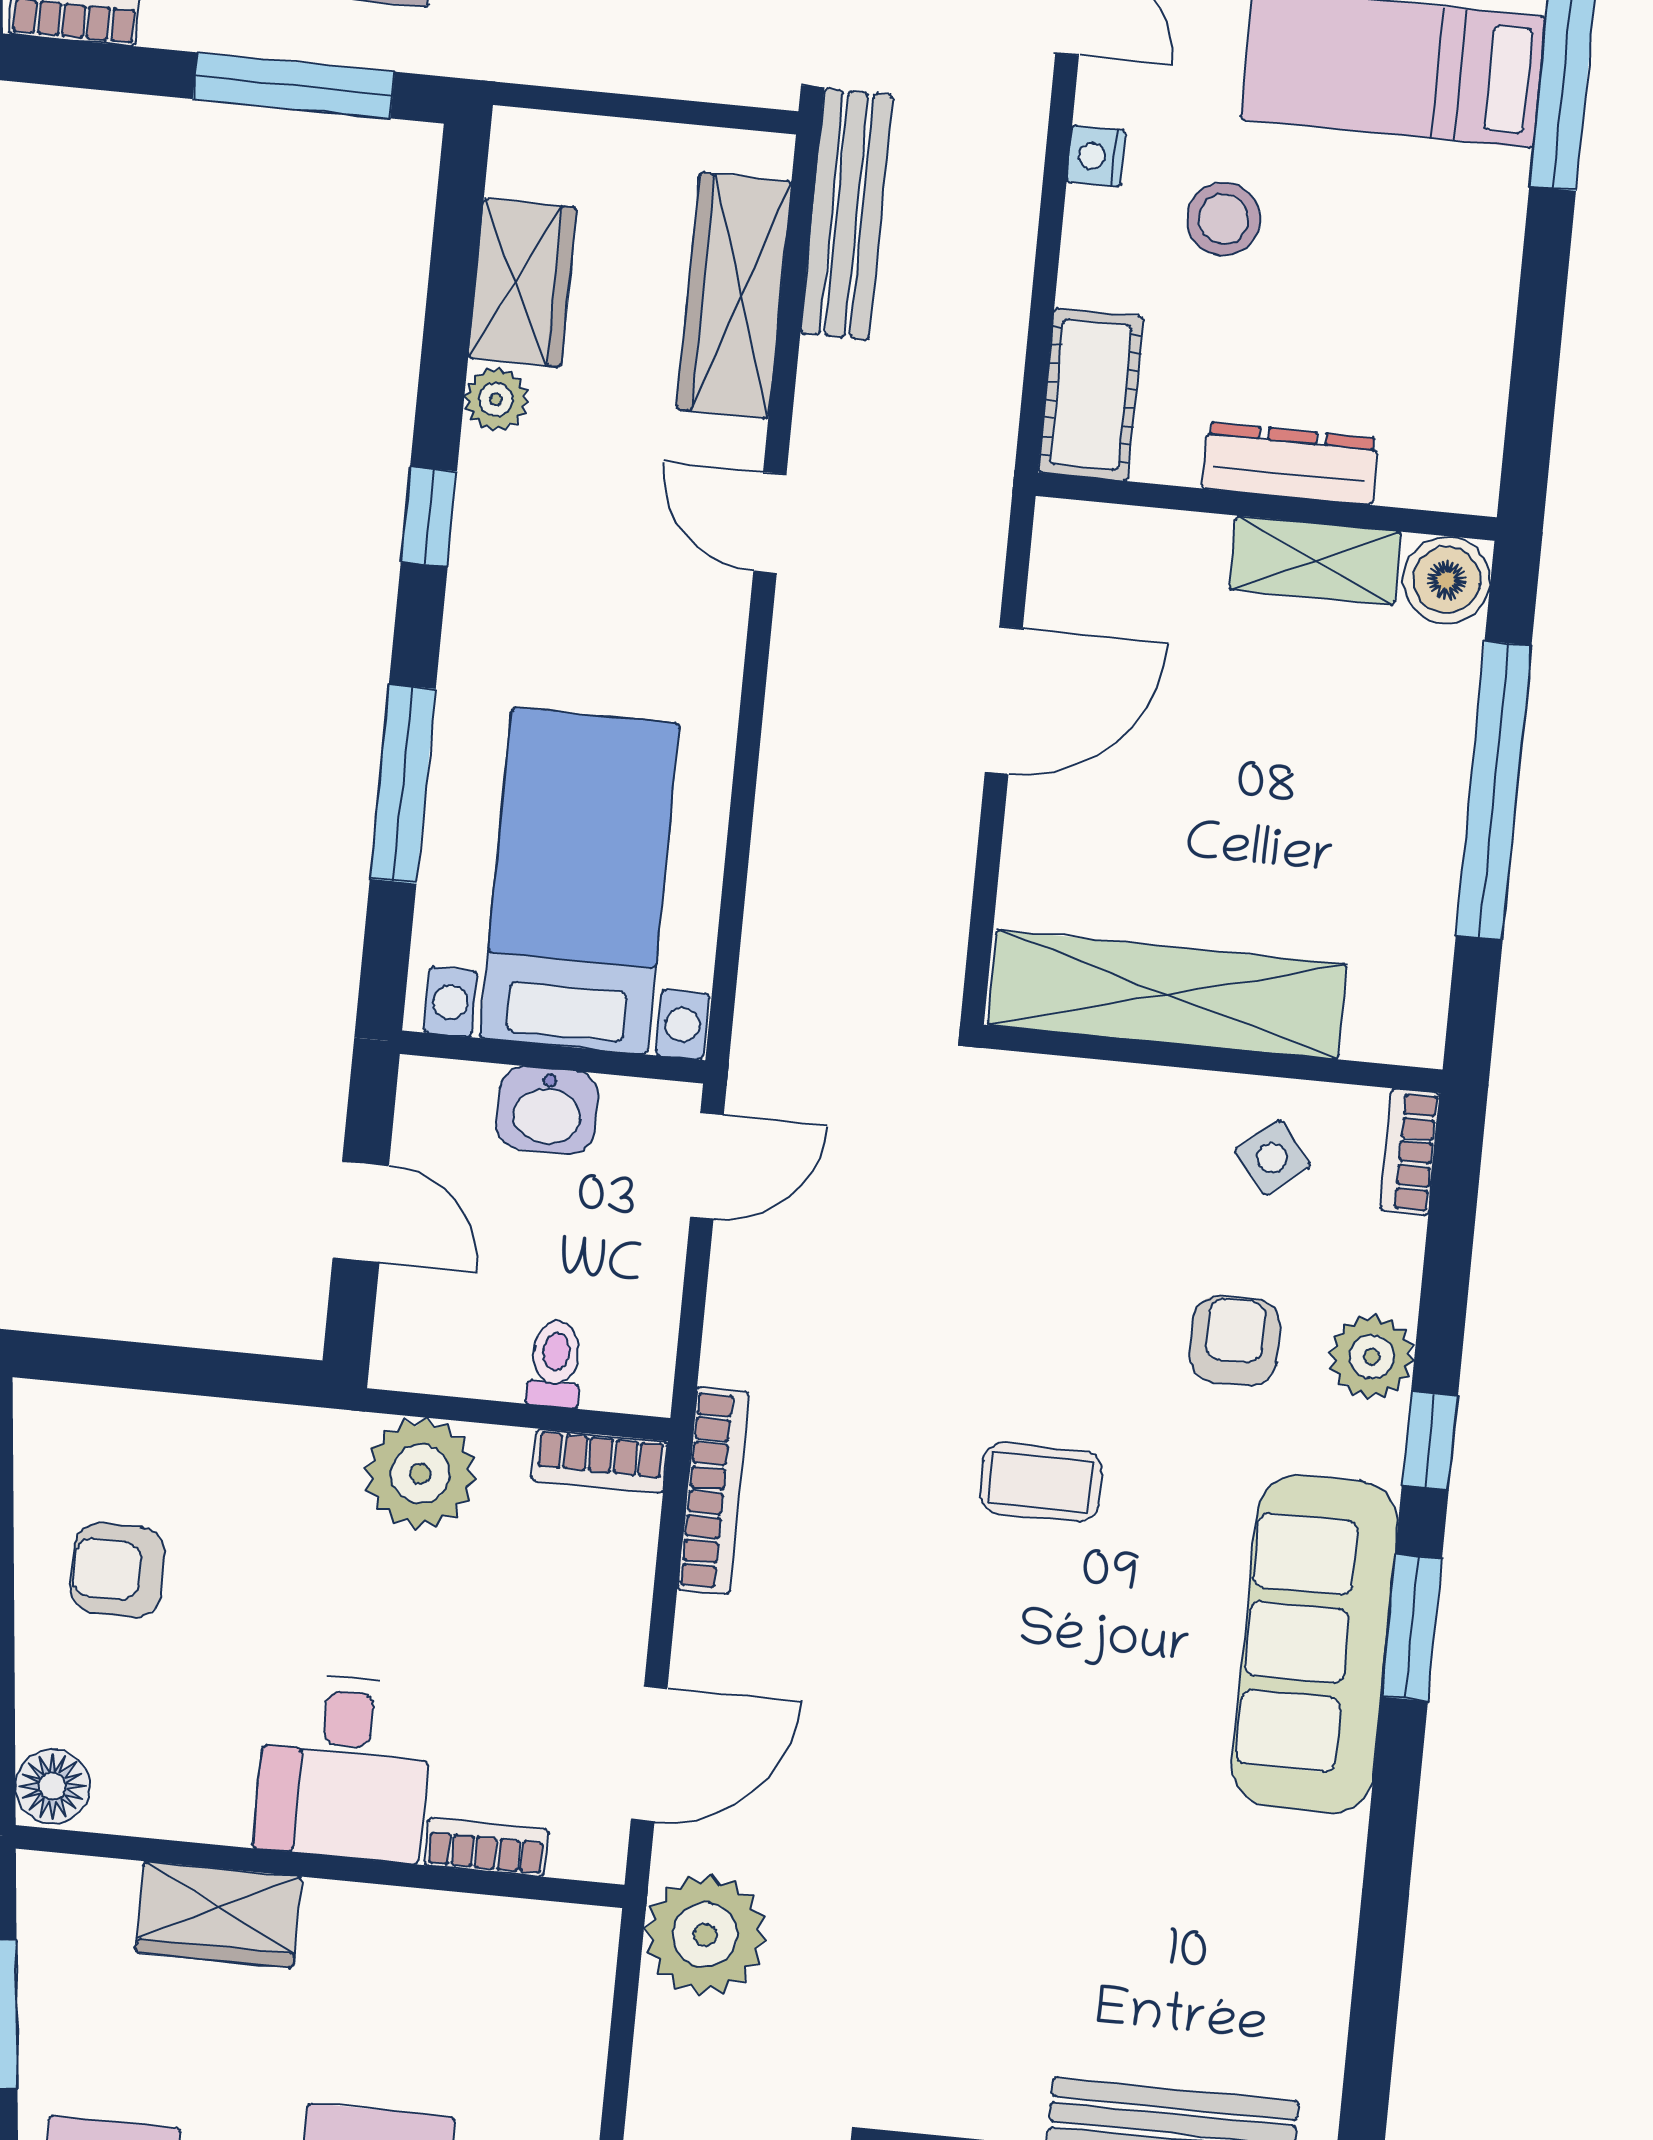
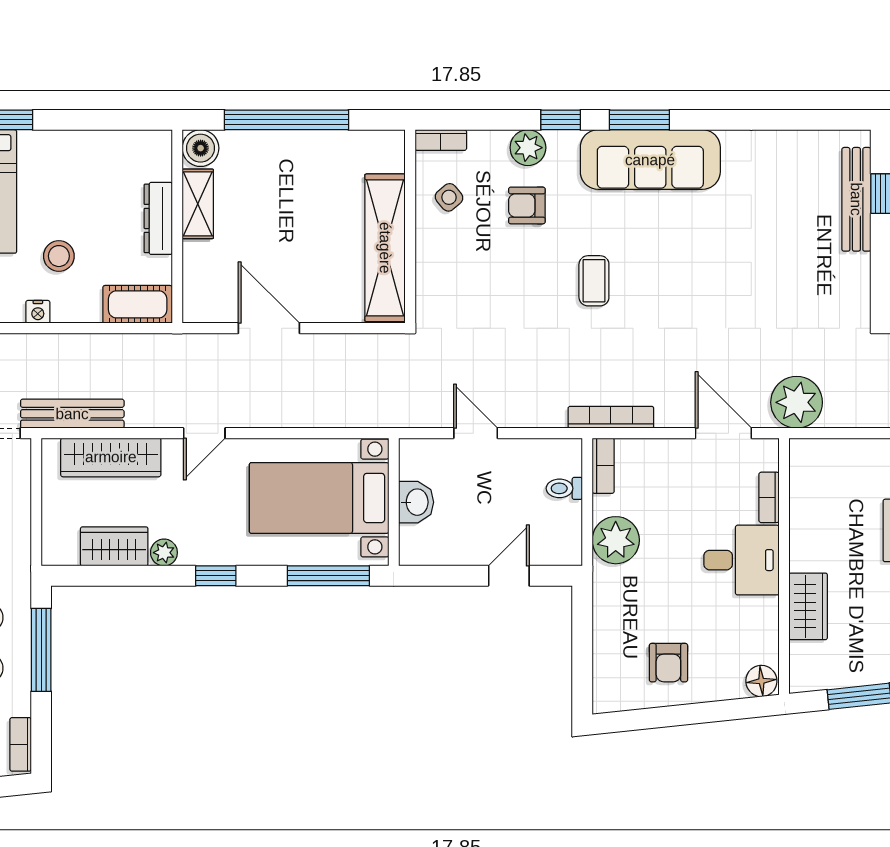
bed with nightstands: (579, 881) -> (319, 498), moved
wall: (553, 1057) -> (394, 502), moved
washbasin: (547, 1110) -> (416, 502), moved

